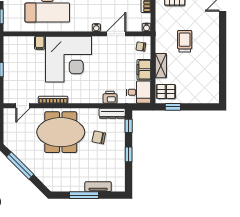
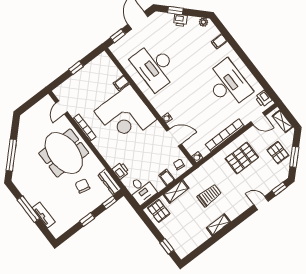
shelving: (214, 52) -> (218, 225), added
filing cabinet: (144, 70) -> (167, 177), width x0.50
door: (23, 106) -> (62, 108), hinge flipped
window: (173, 107) -> (167, 246), moved
window: (20, 166) -> (11, 155), moved

